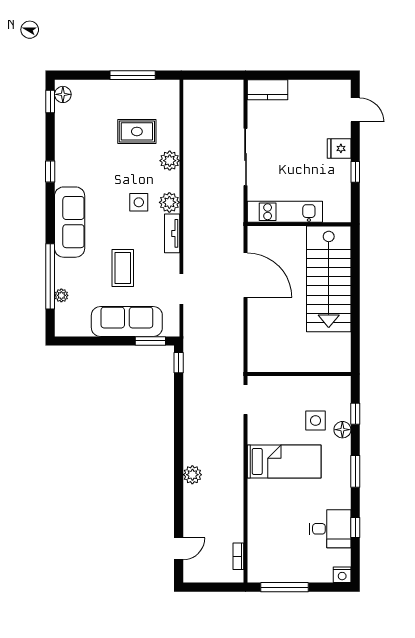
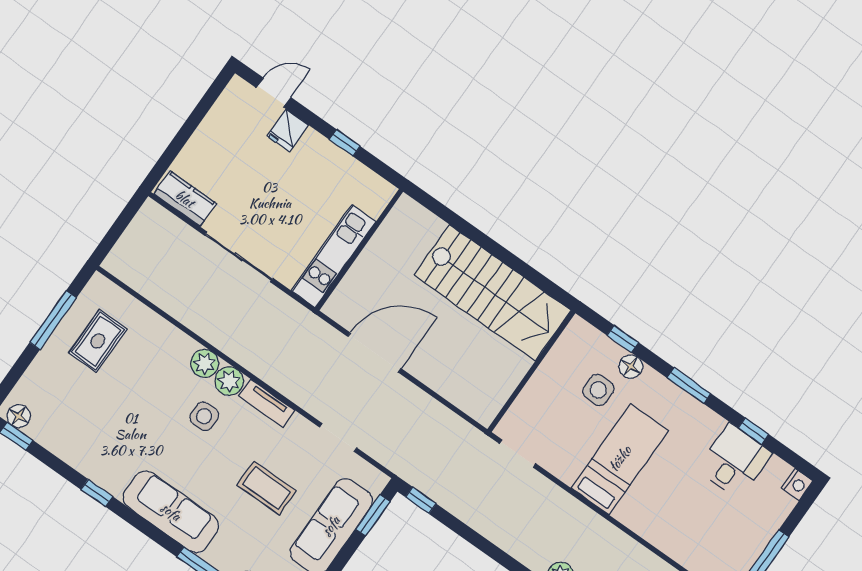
kitchen counter: (267, 90) -> (185, 199), moved, turned -90
rug: (137, 131) -> (98, 341), moved
fridge: (339, 148) -> (288, 130), moved
plant: (170, 161) -> (205, 363), moved
stairs: (329, 279) -> (492, 293), moved

